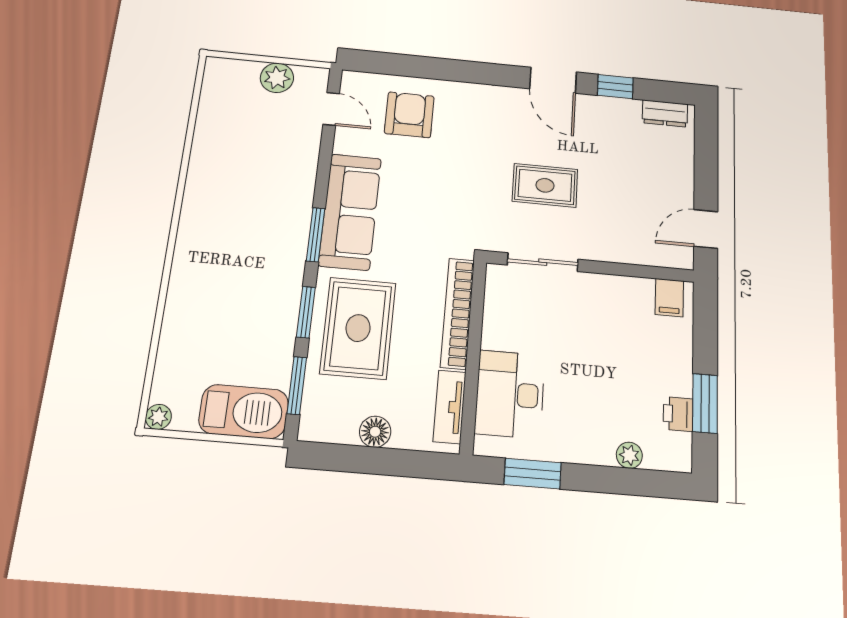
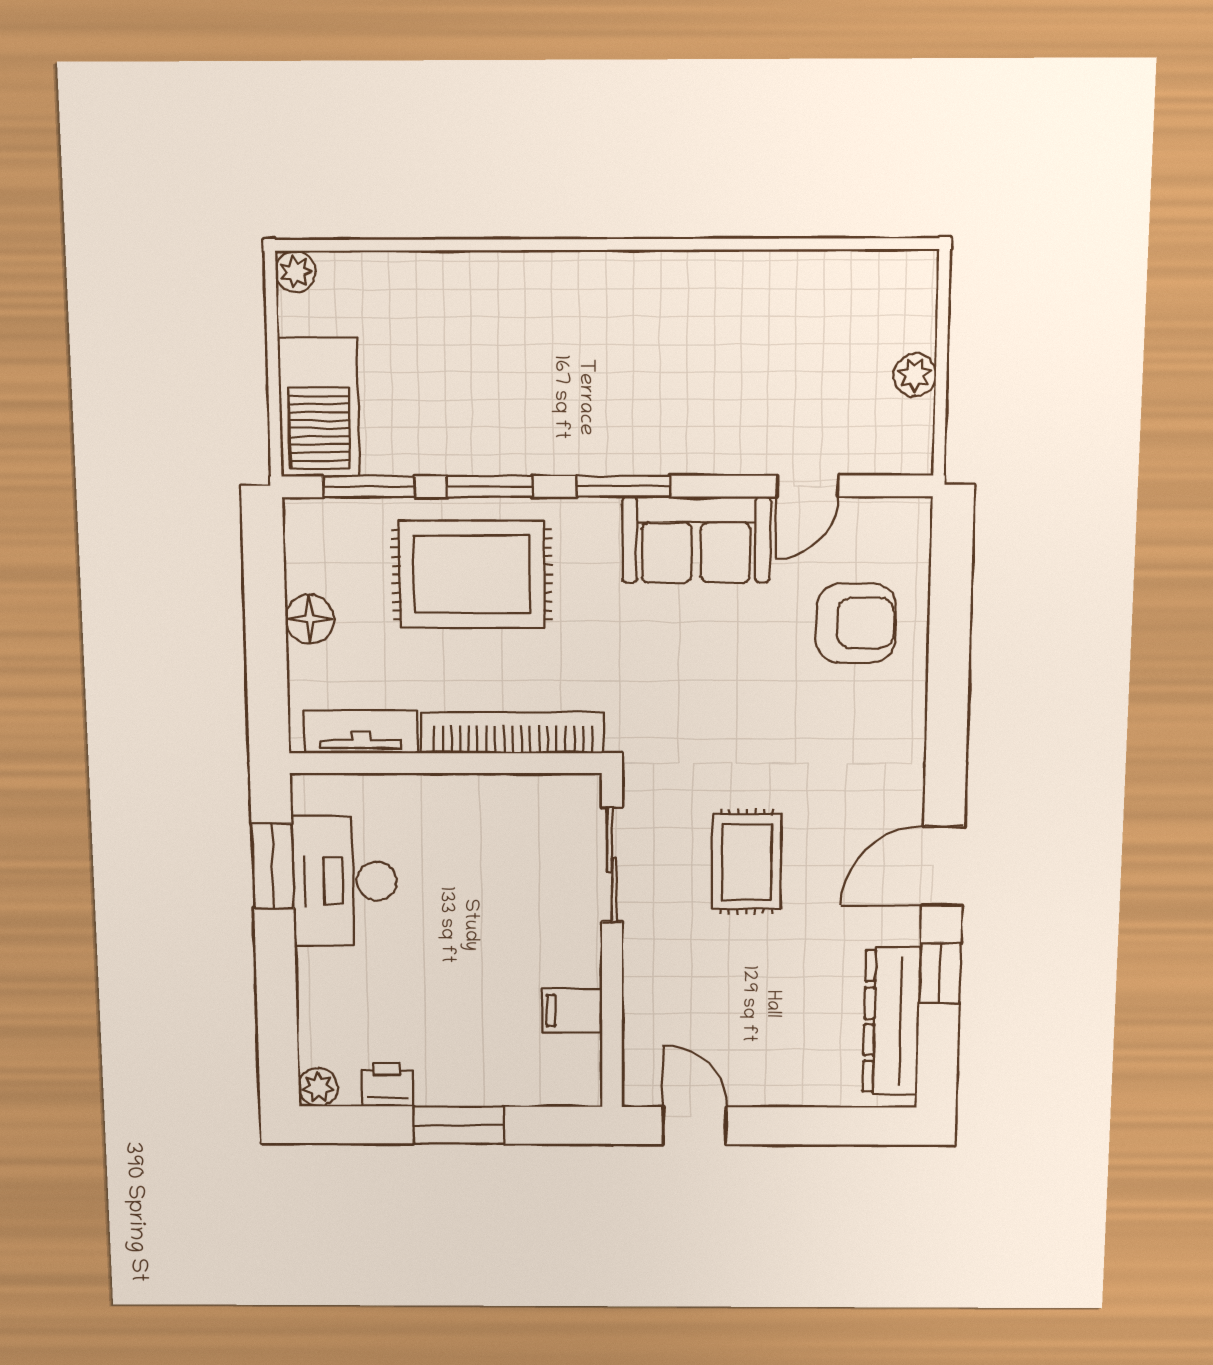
plant: (277, 78) -> (915, 375), width x0.73, depth x0.73
door: (331, 109) -> (808, 486), moved
dresser: (665, 114) -> (892, 1021), width x1.96, depth x1.24
sofa: (350, 212) -> (696, 540), width x0.73
filing cabinet: (669, 298) -> (572, 1011), moved
desk: (510, 394) -> (345, 881), moved, turned -90
window: (705, 403) -> (459, 1125), moved
plant: (629, 455) -> (318, 1087), moved

